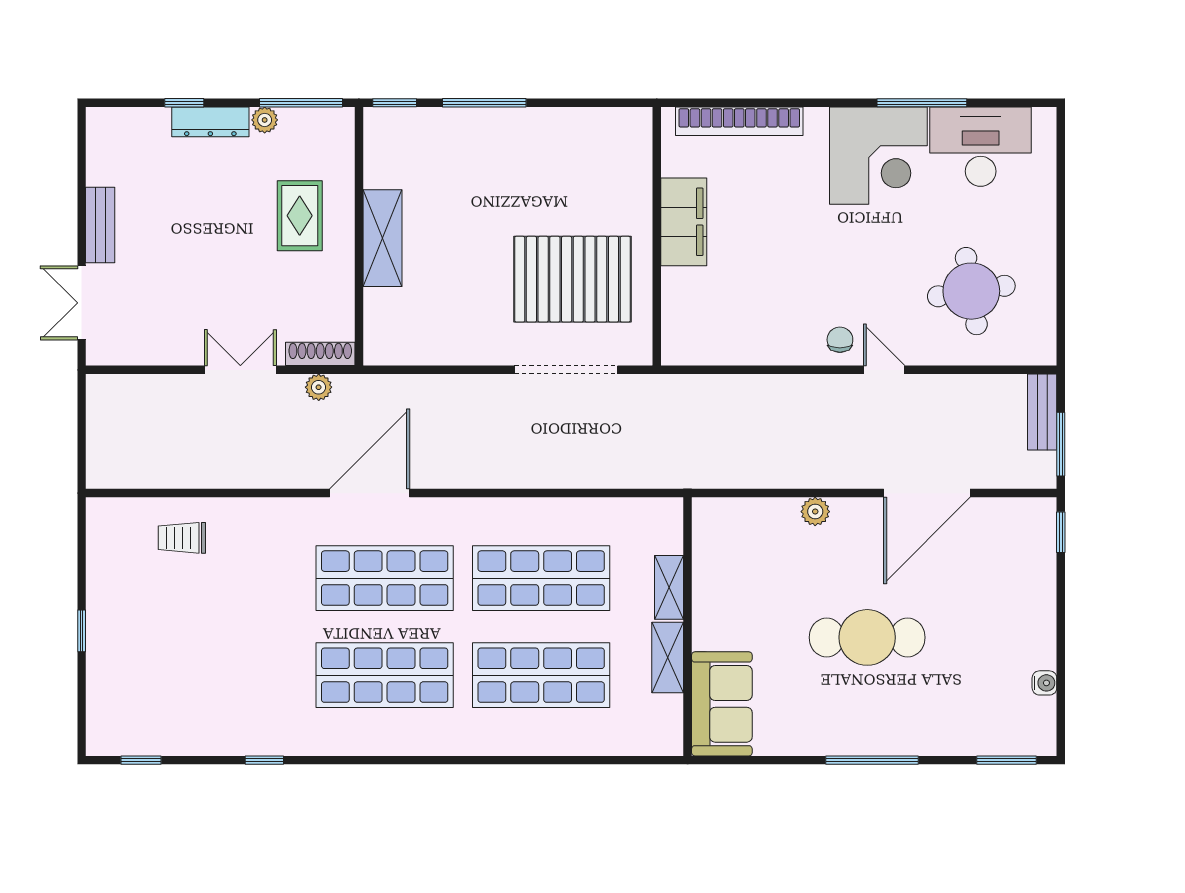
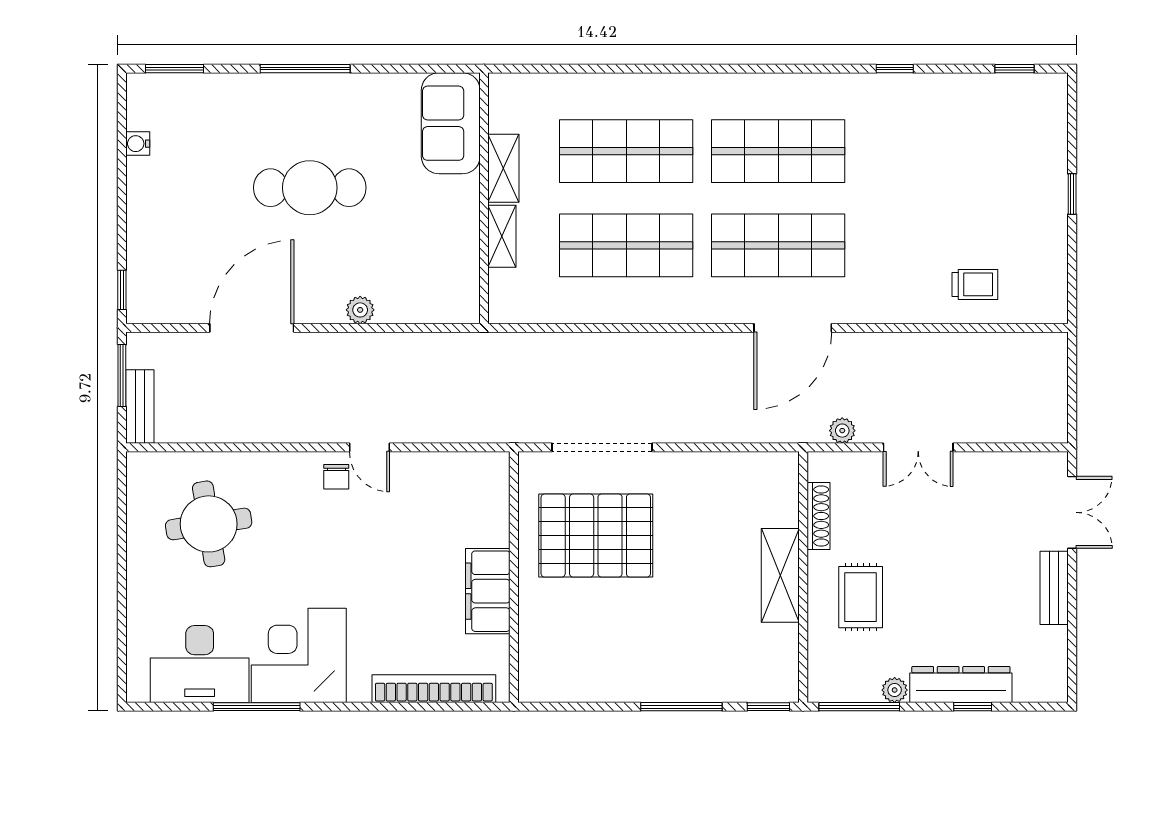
dresser: (210, 122) -> (961, 685), width x1.37, depth x1.24
shoe rack: (320, 354) -> (818, 516), moved, turned -90
door: (884, 370) -> (369, 447), moved

